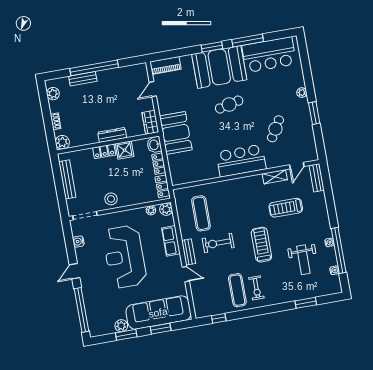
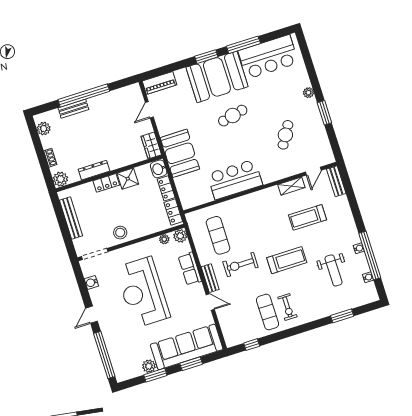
dresser: (112, 135) -> (94, 170), moved
bar counter: (241, 161) -> (235, 179), moved
treadmill: (261, 245) -> (287, 260), turned 90

